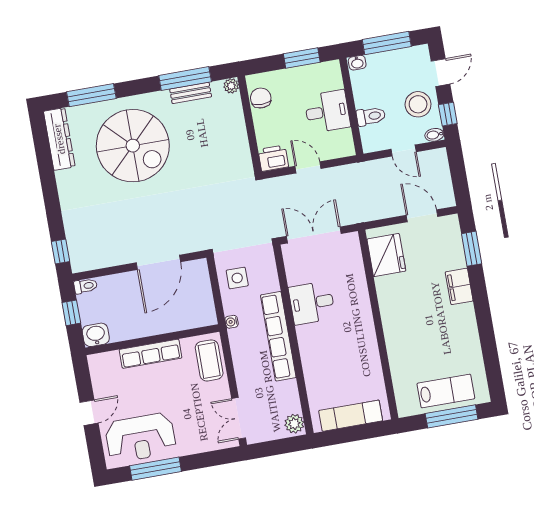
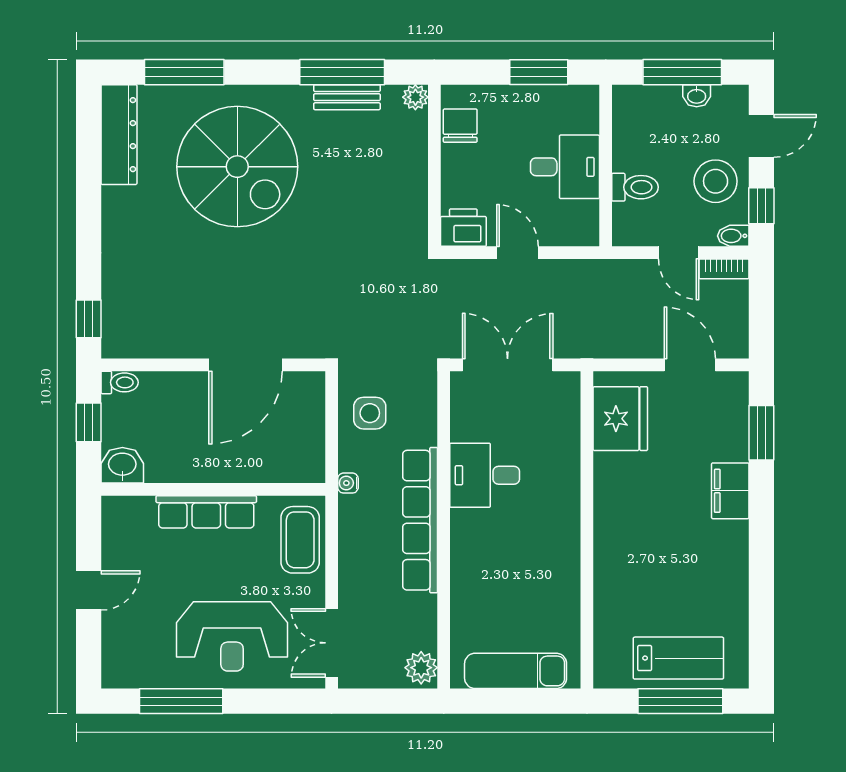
washbasin: (357, 63) -> (697, 96), moved
bookcase: (432, 155) -> (724, 269), added
reception desk: (141, 438) -> (232, 636), moved

